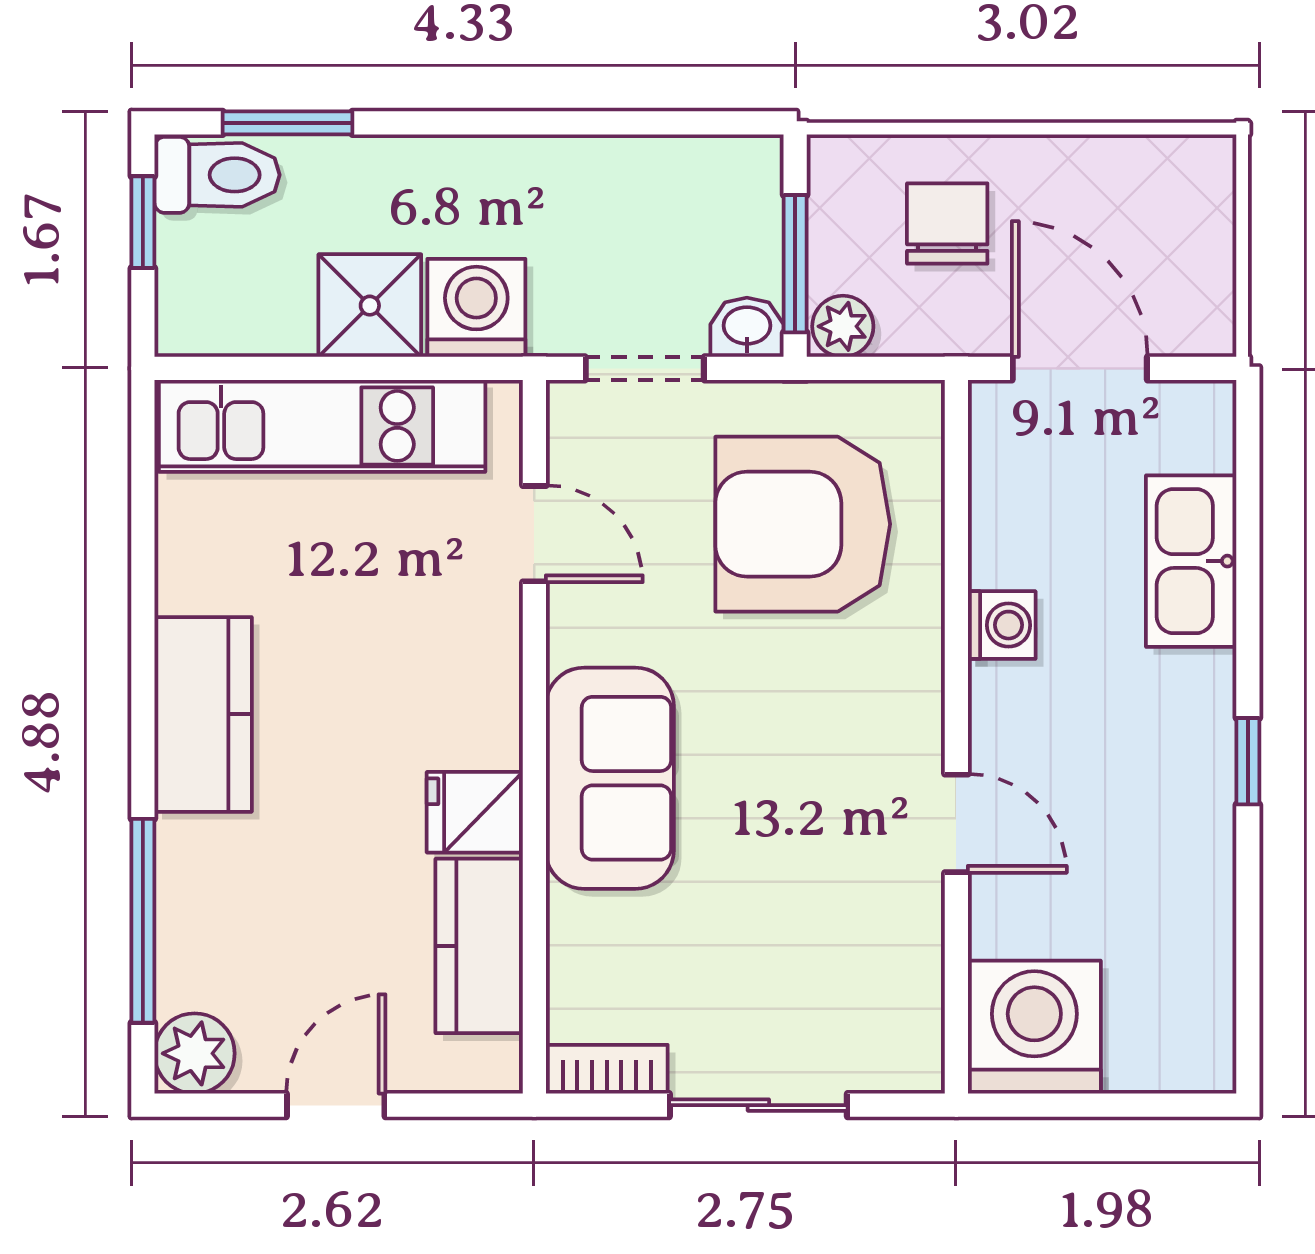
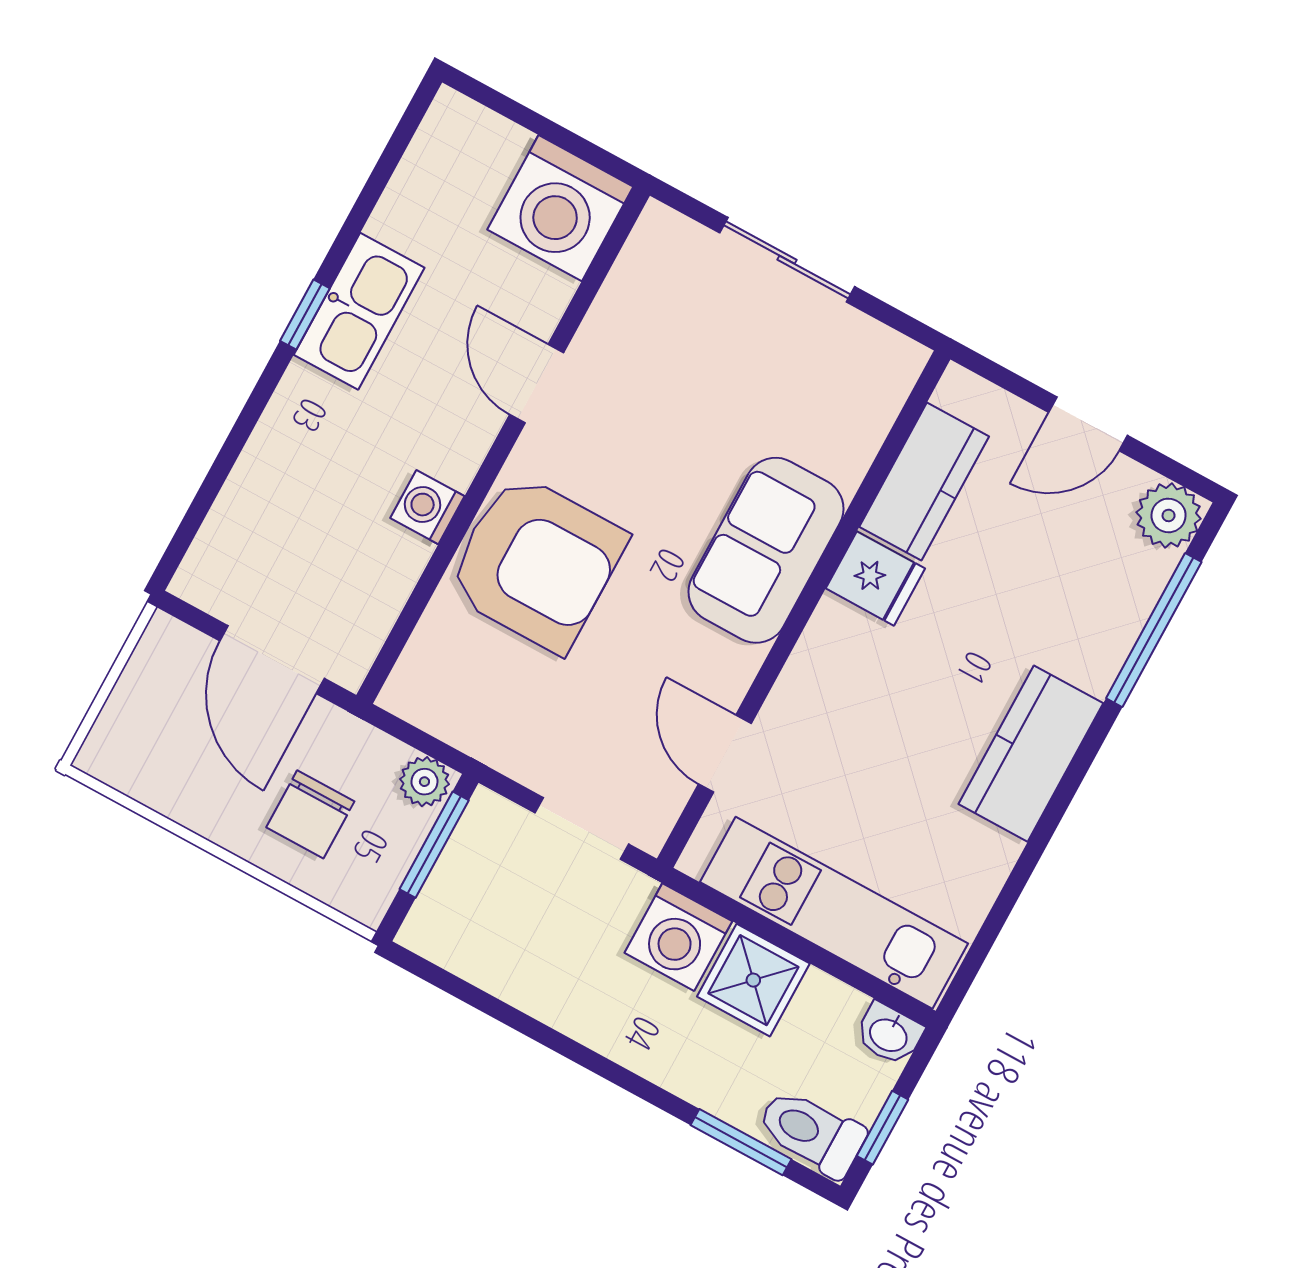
washbasin: (747, 327) -> (889, 1034), moved
armchair: (803, 524) -> (536, 563), moved
kitchen sink: (1191, 561) -> (359, 311), moved
bookcase: (607, 1069) -> (881, 344), removed

